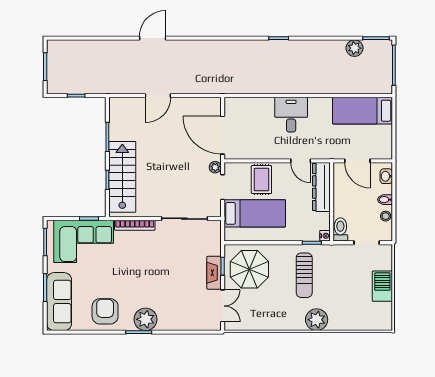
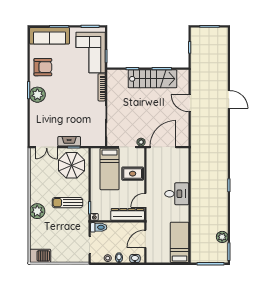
stairs: (122, 177) -> (153, 79), moved
barbecue: (382, 286) -> (40, 256), moved

